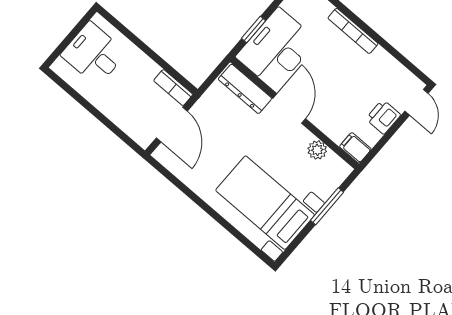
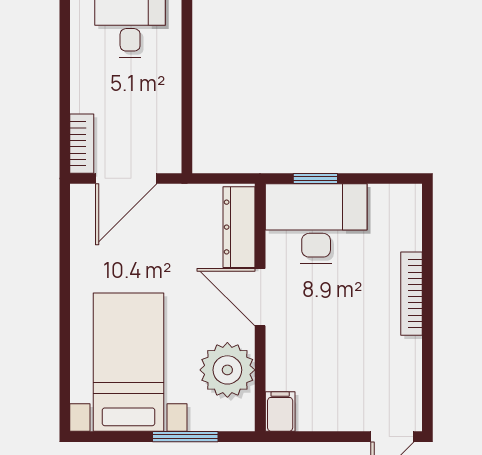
bookcase: (173, 88) -> (82, 144), moved, turned 180
door: (289, 109) -> (260, 297), swing flipped
printer: (383, 117) -> (343, 413), removed
plant: (317, 150) -> (227, 370), width x1.87, depth x1.87

